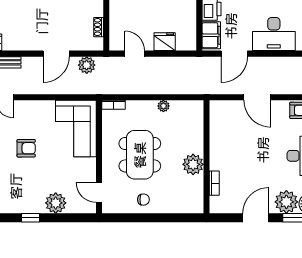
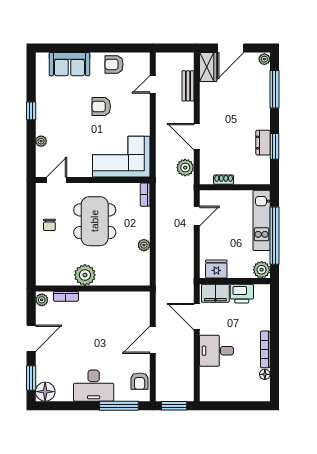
desk: (274, 34) -> (216, 351), width x0.73
fridge: (165, 42) -> (216, 269), moved, turned -90
armchair: (26, 148) -> (101, 106), turned 90
dining table: (140, 155) -> (95, 221), turned 90
plant: (286, 202) -> (42, 300), moved, width x0.53, depth x0.53
plant: (56, 203) -> (41, 141), width x0.53, depth x0.53
door: (256, 218) -> (31, 338), hinge flipped

